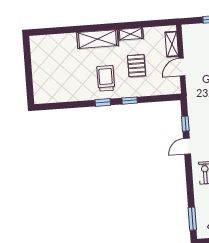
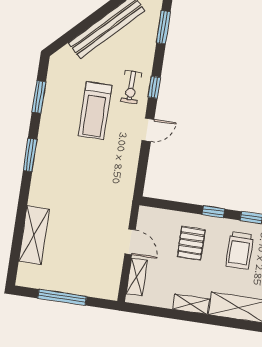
pallet: (137, 66) -> (191, 243), moved
door: (182, 67) -> (130, 242), hinge flipped
window: (185, 124) -> (154, 87), moved

